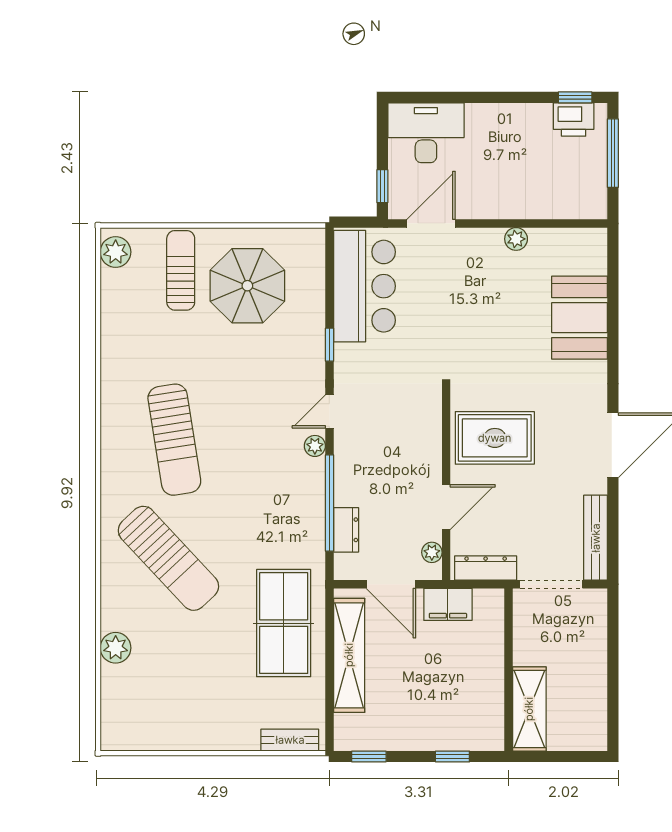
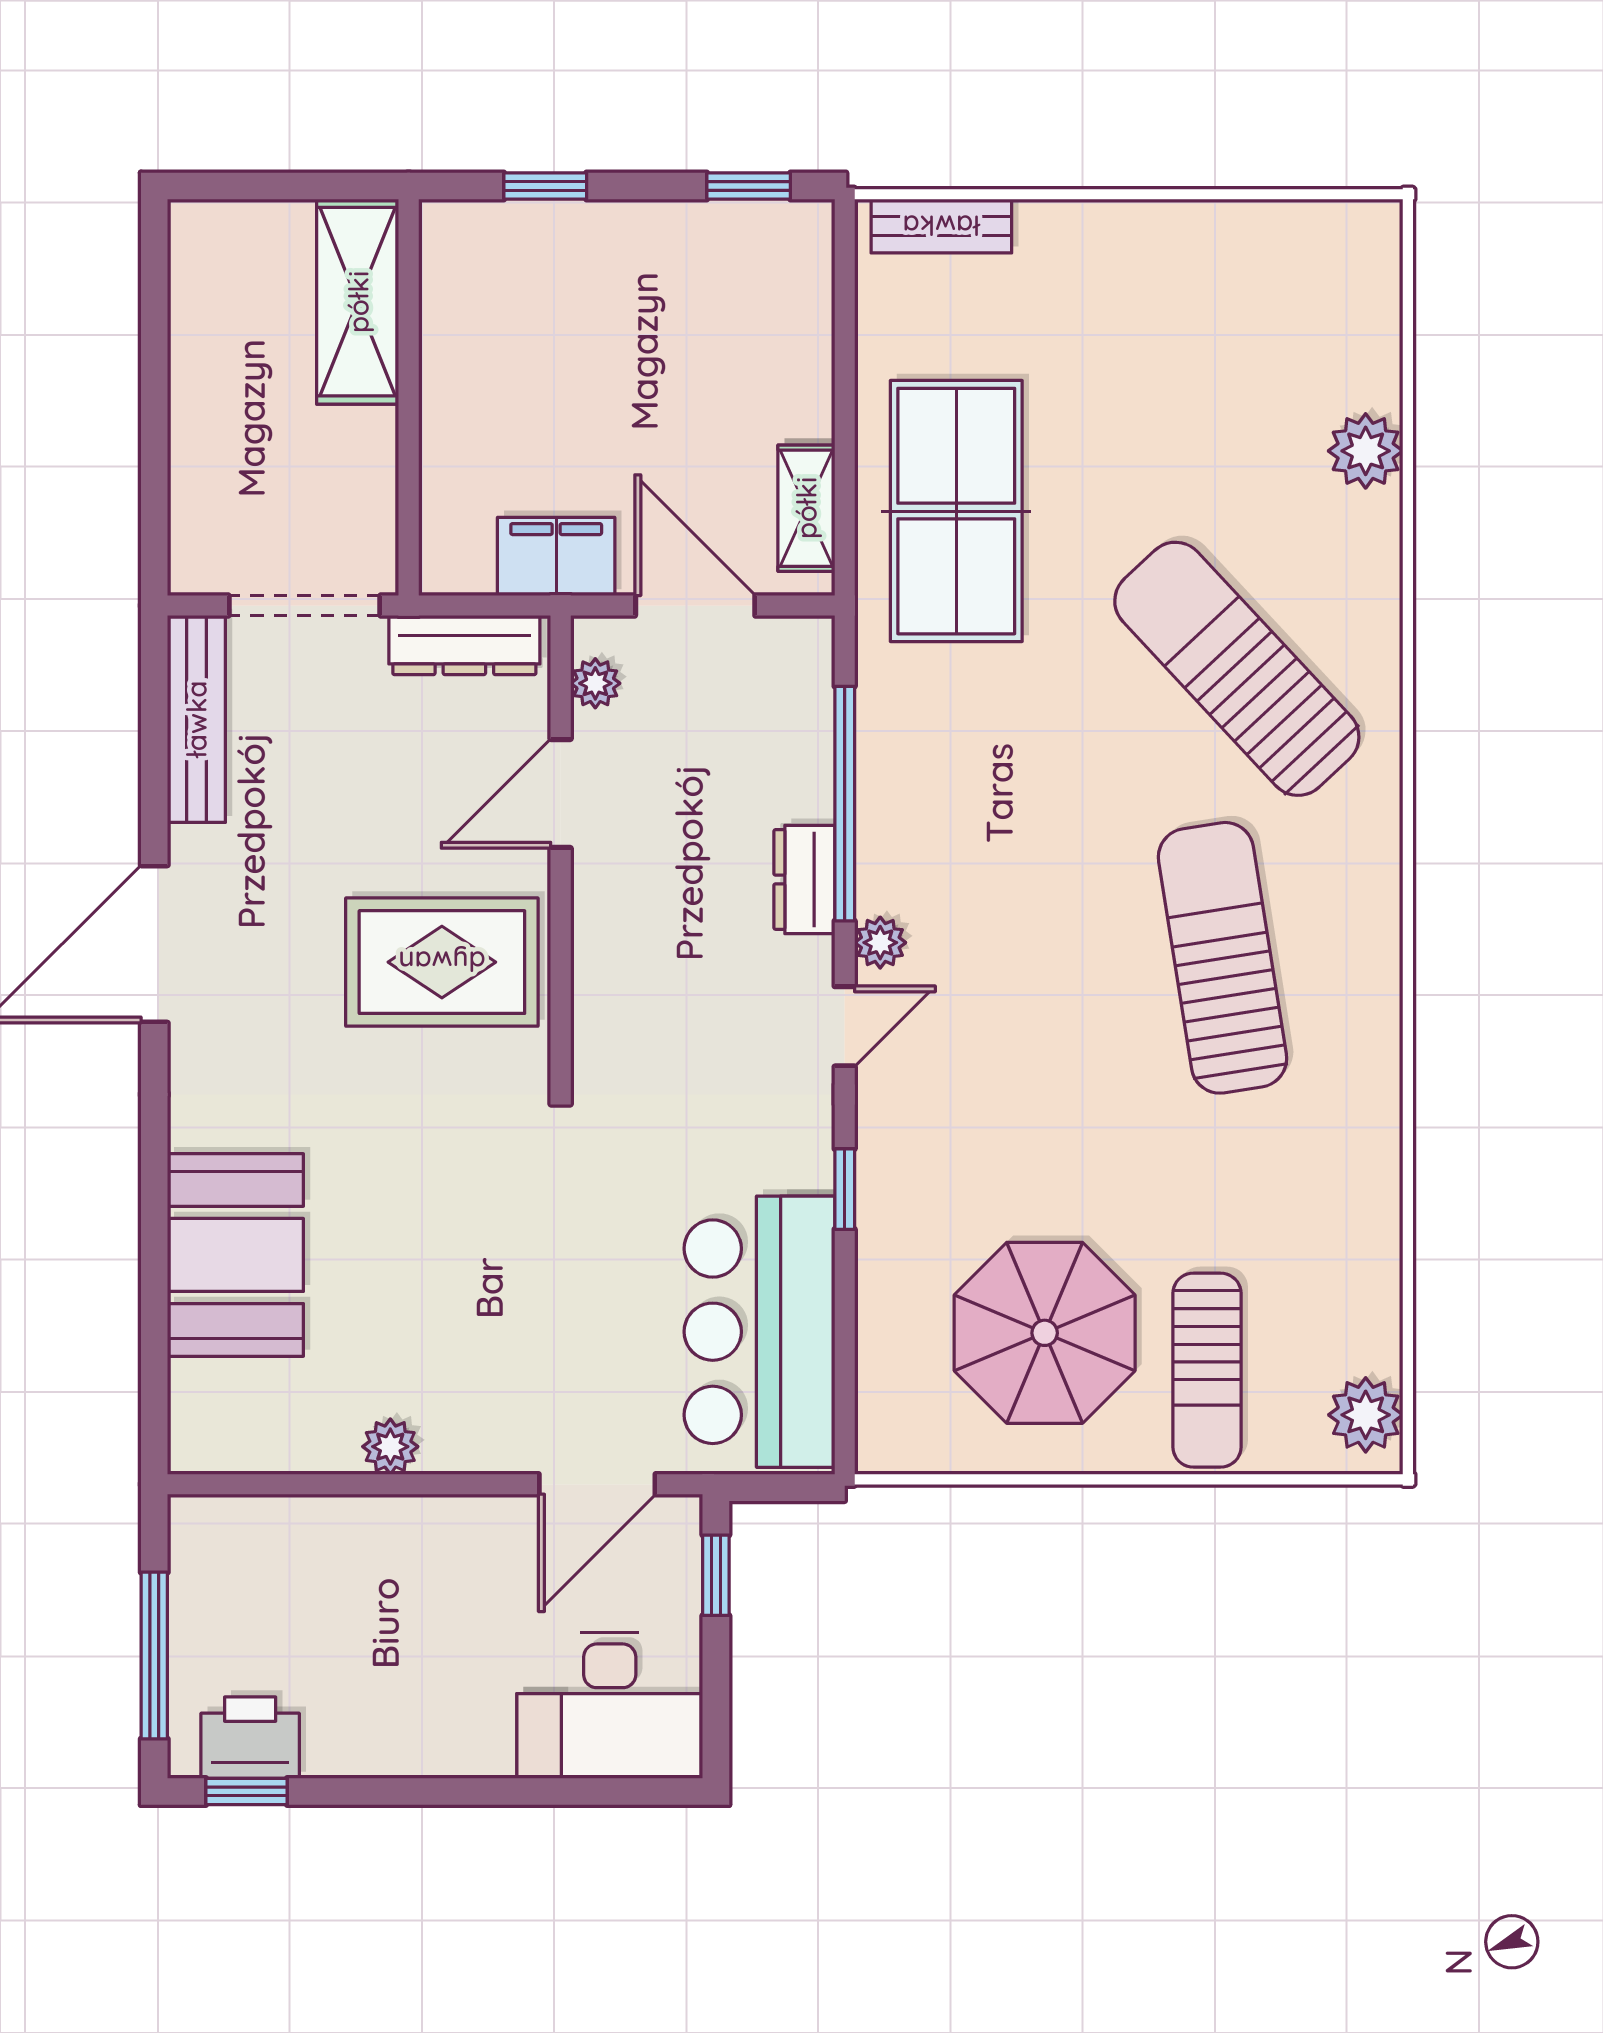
dresser: (346, 530) -> (804, 879), moved
shelving: (349, 655) -> (806, 508), width x0.45, depth x0.75

